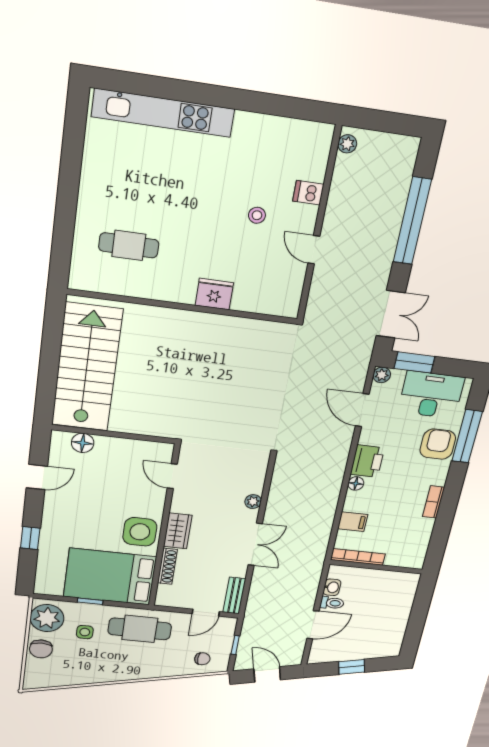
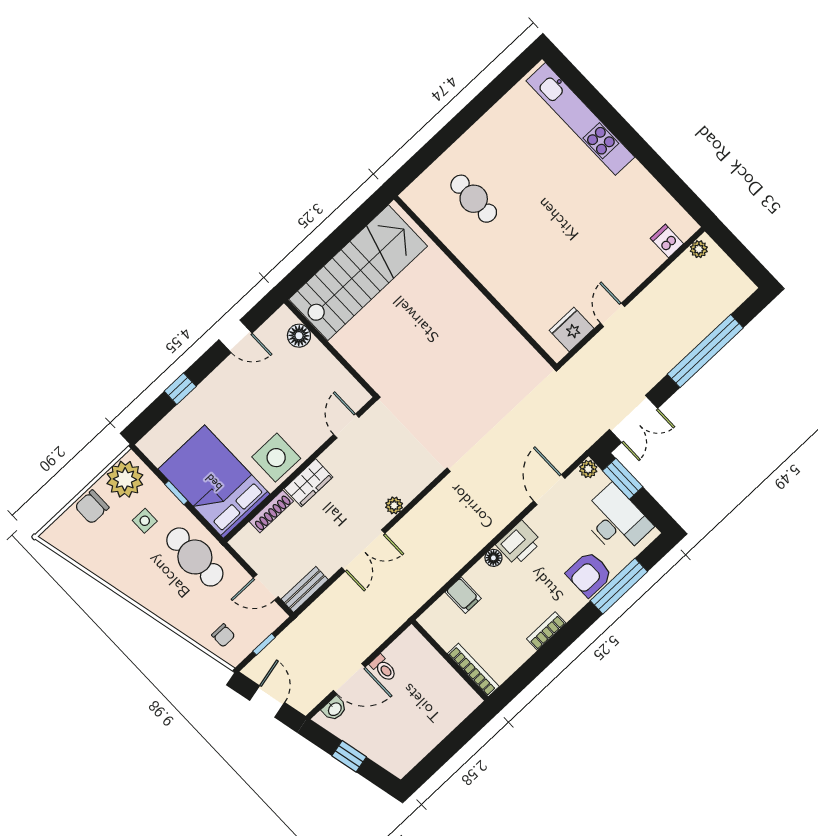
dishwasher: (308, 193) -> (667, 241), moved
stool: (257, 215) -> (590, 252), removed
fridge: (214, 294) -> (572, 329), moved, turned -90
armchair: (438, 444) -> (589, 574), turned 180
bookcase: (358, 557) -> (473, 670), moved
washbasin: (332, 587) -> (334, 709), moved

